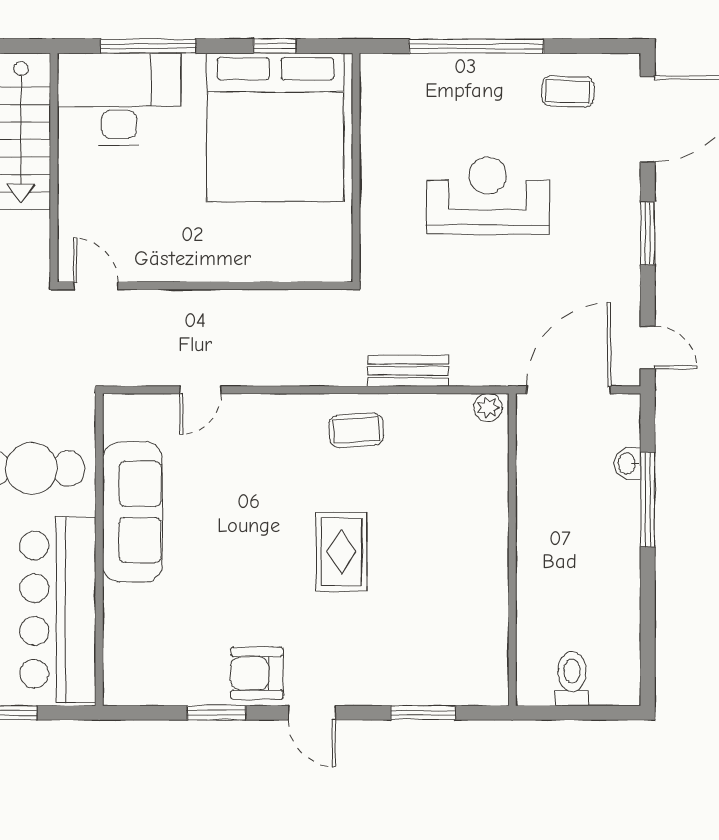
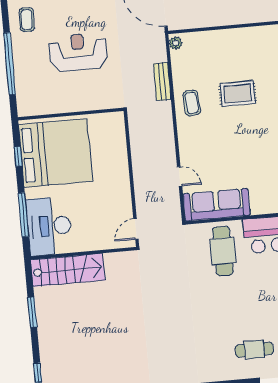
reception desk: (488, 196) -> (78, 52), turned 90
sofa: (132, 512) -> (217, 205), moved
rug: (342, 552) -> (238, 94), moved

